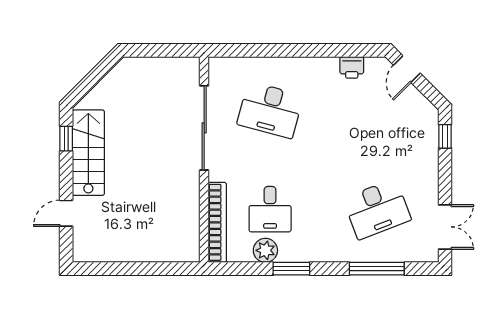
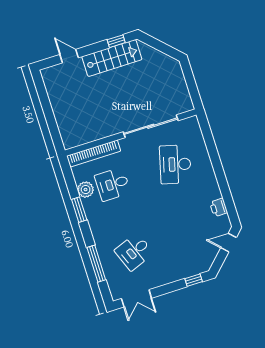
desk: (377, 209) -> (134, 252), width x0.73

